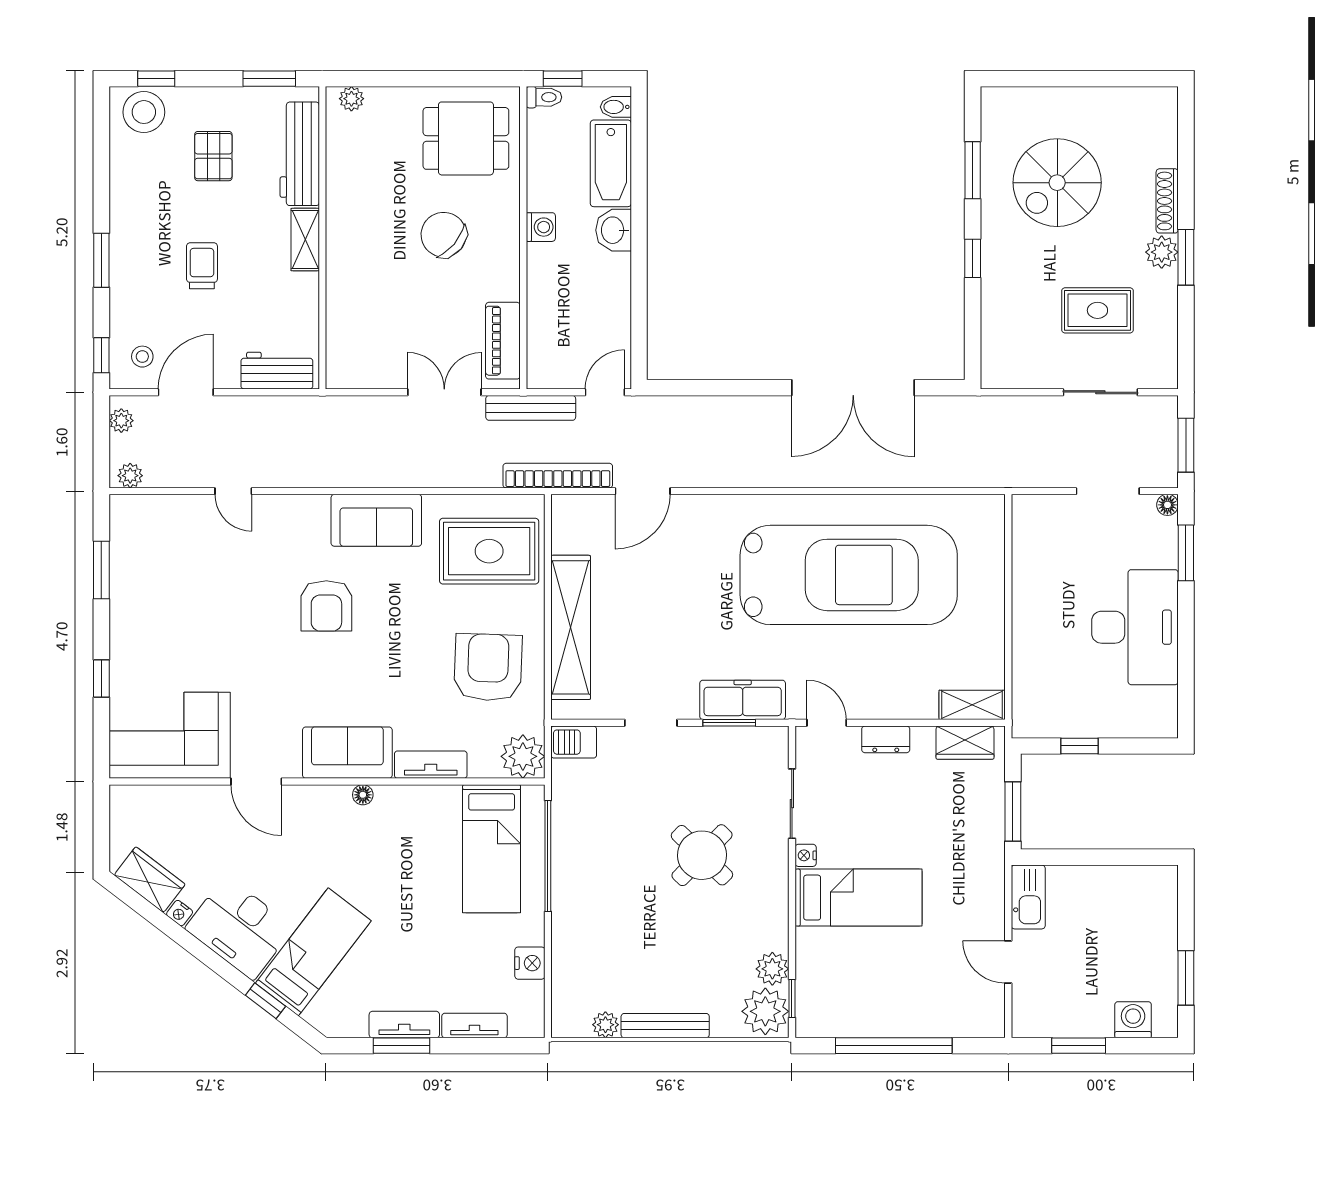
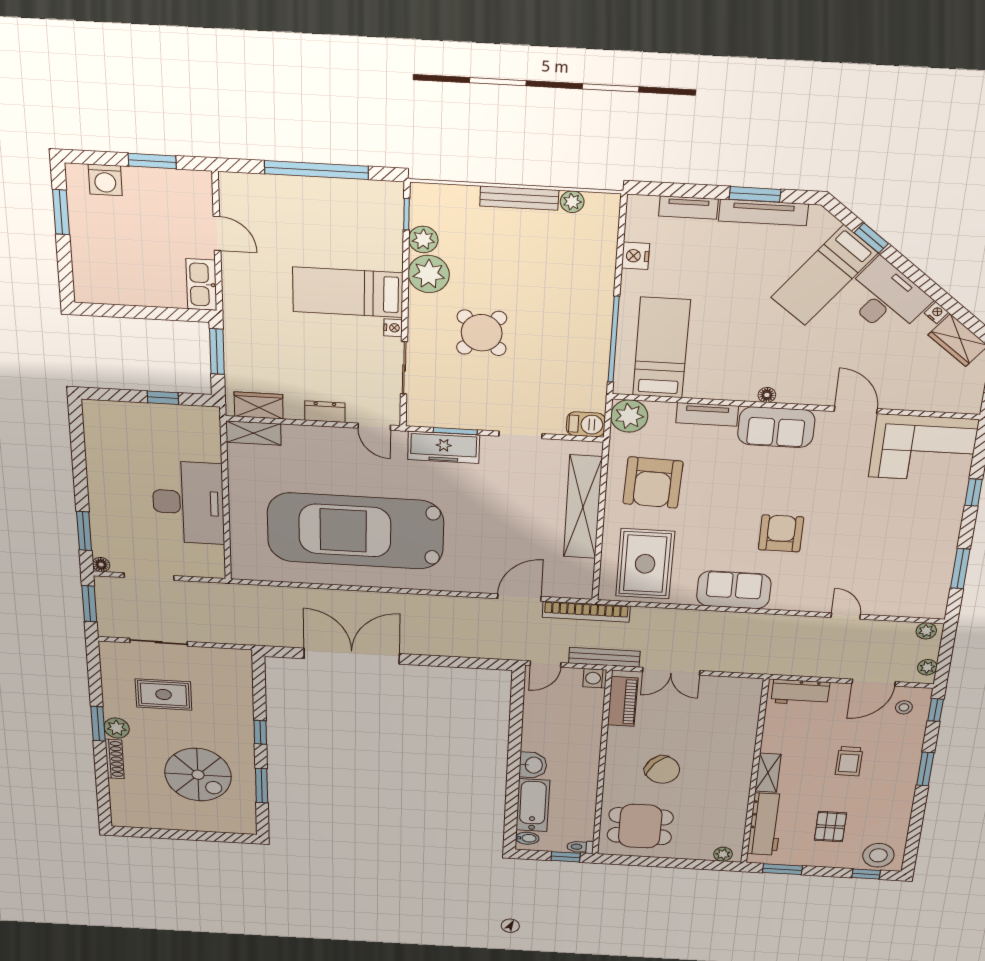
spiral stairs: (1057, 183) -> (198, 775), turned 90
washing machine: (541, 227) -> (595, 678), moved
rug: (489, 551) -> (645, 564), turned 90
desk: (1135, 627) -> (188, 503), moved, turned 180
plant: (765, 1011) -> (429, 274), moved
tv unit: (404, 1025) -> (763, 212), width x1.41

